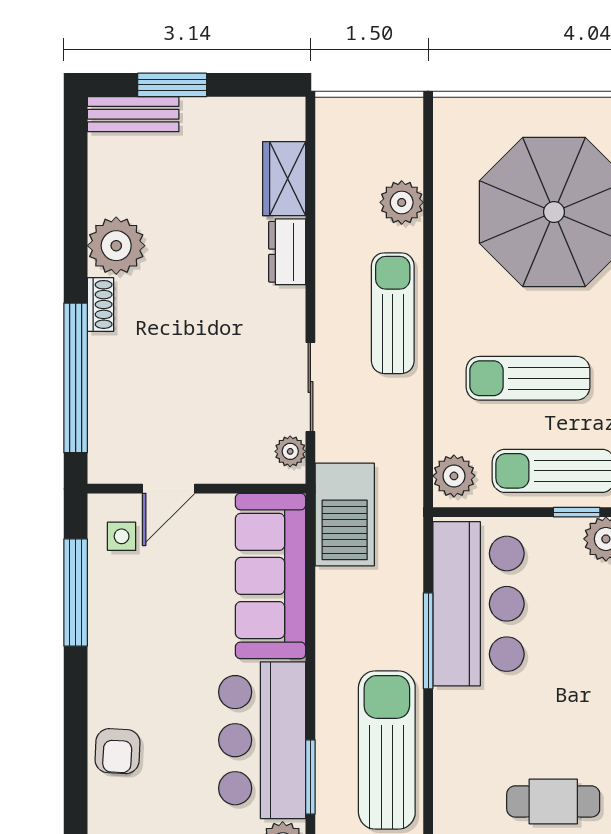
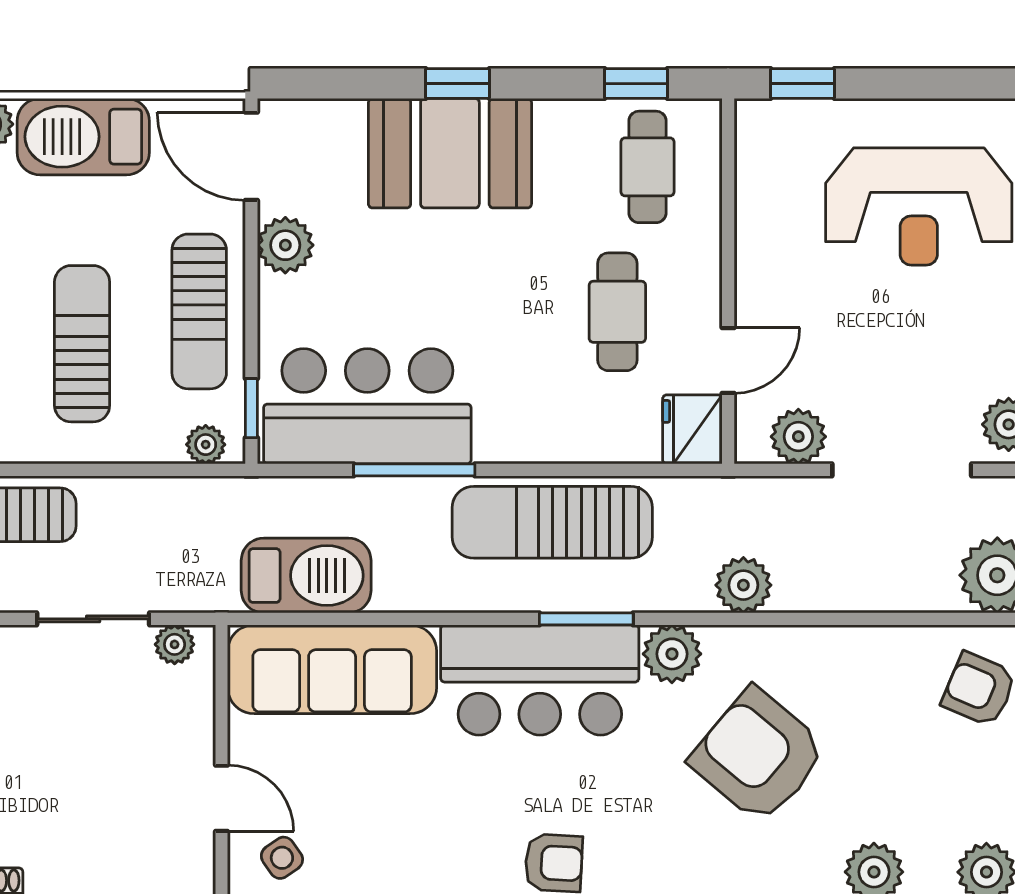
sun lounger: (528, 378) -> (82, 344), turned 180
plant: (454, 476) -> (206, 445), width x0.73, depth x0.73
window: (577, 512) -> (251, 408), moved
barbecue: (345, 515) -> (306, 576), moved
side table: (122, 536) -> (282, 858), turned -35

